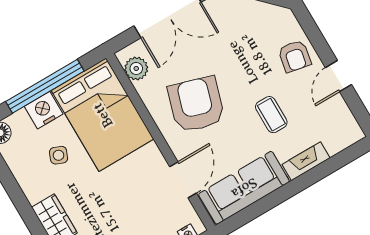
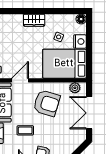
window: (45, 86) -> (89, 48), removed
door: (183, 180) -> (20, 80), swing flipped

